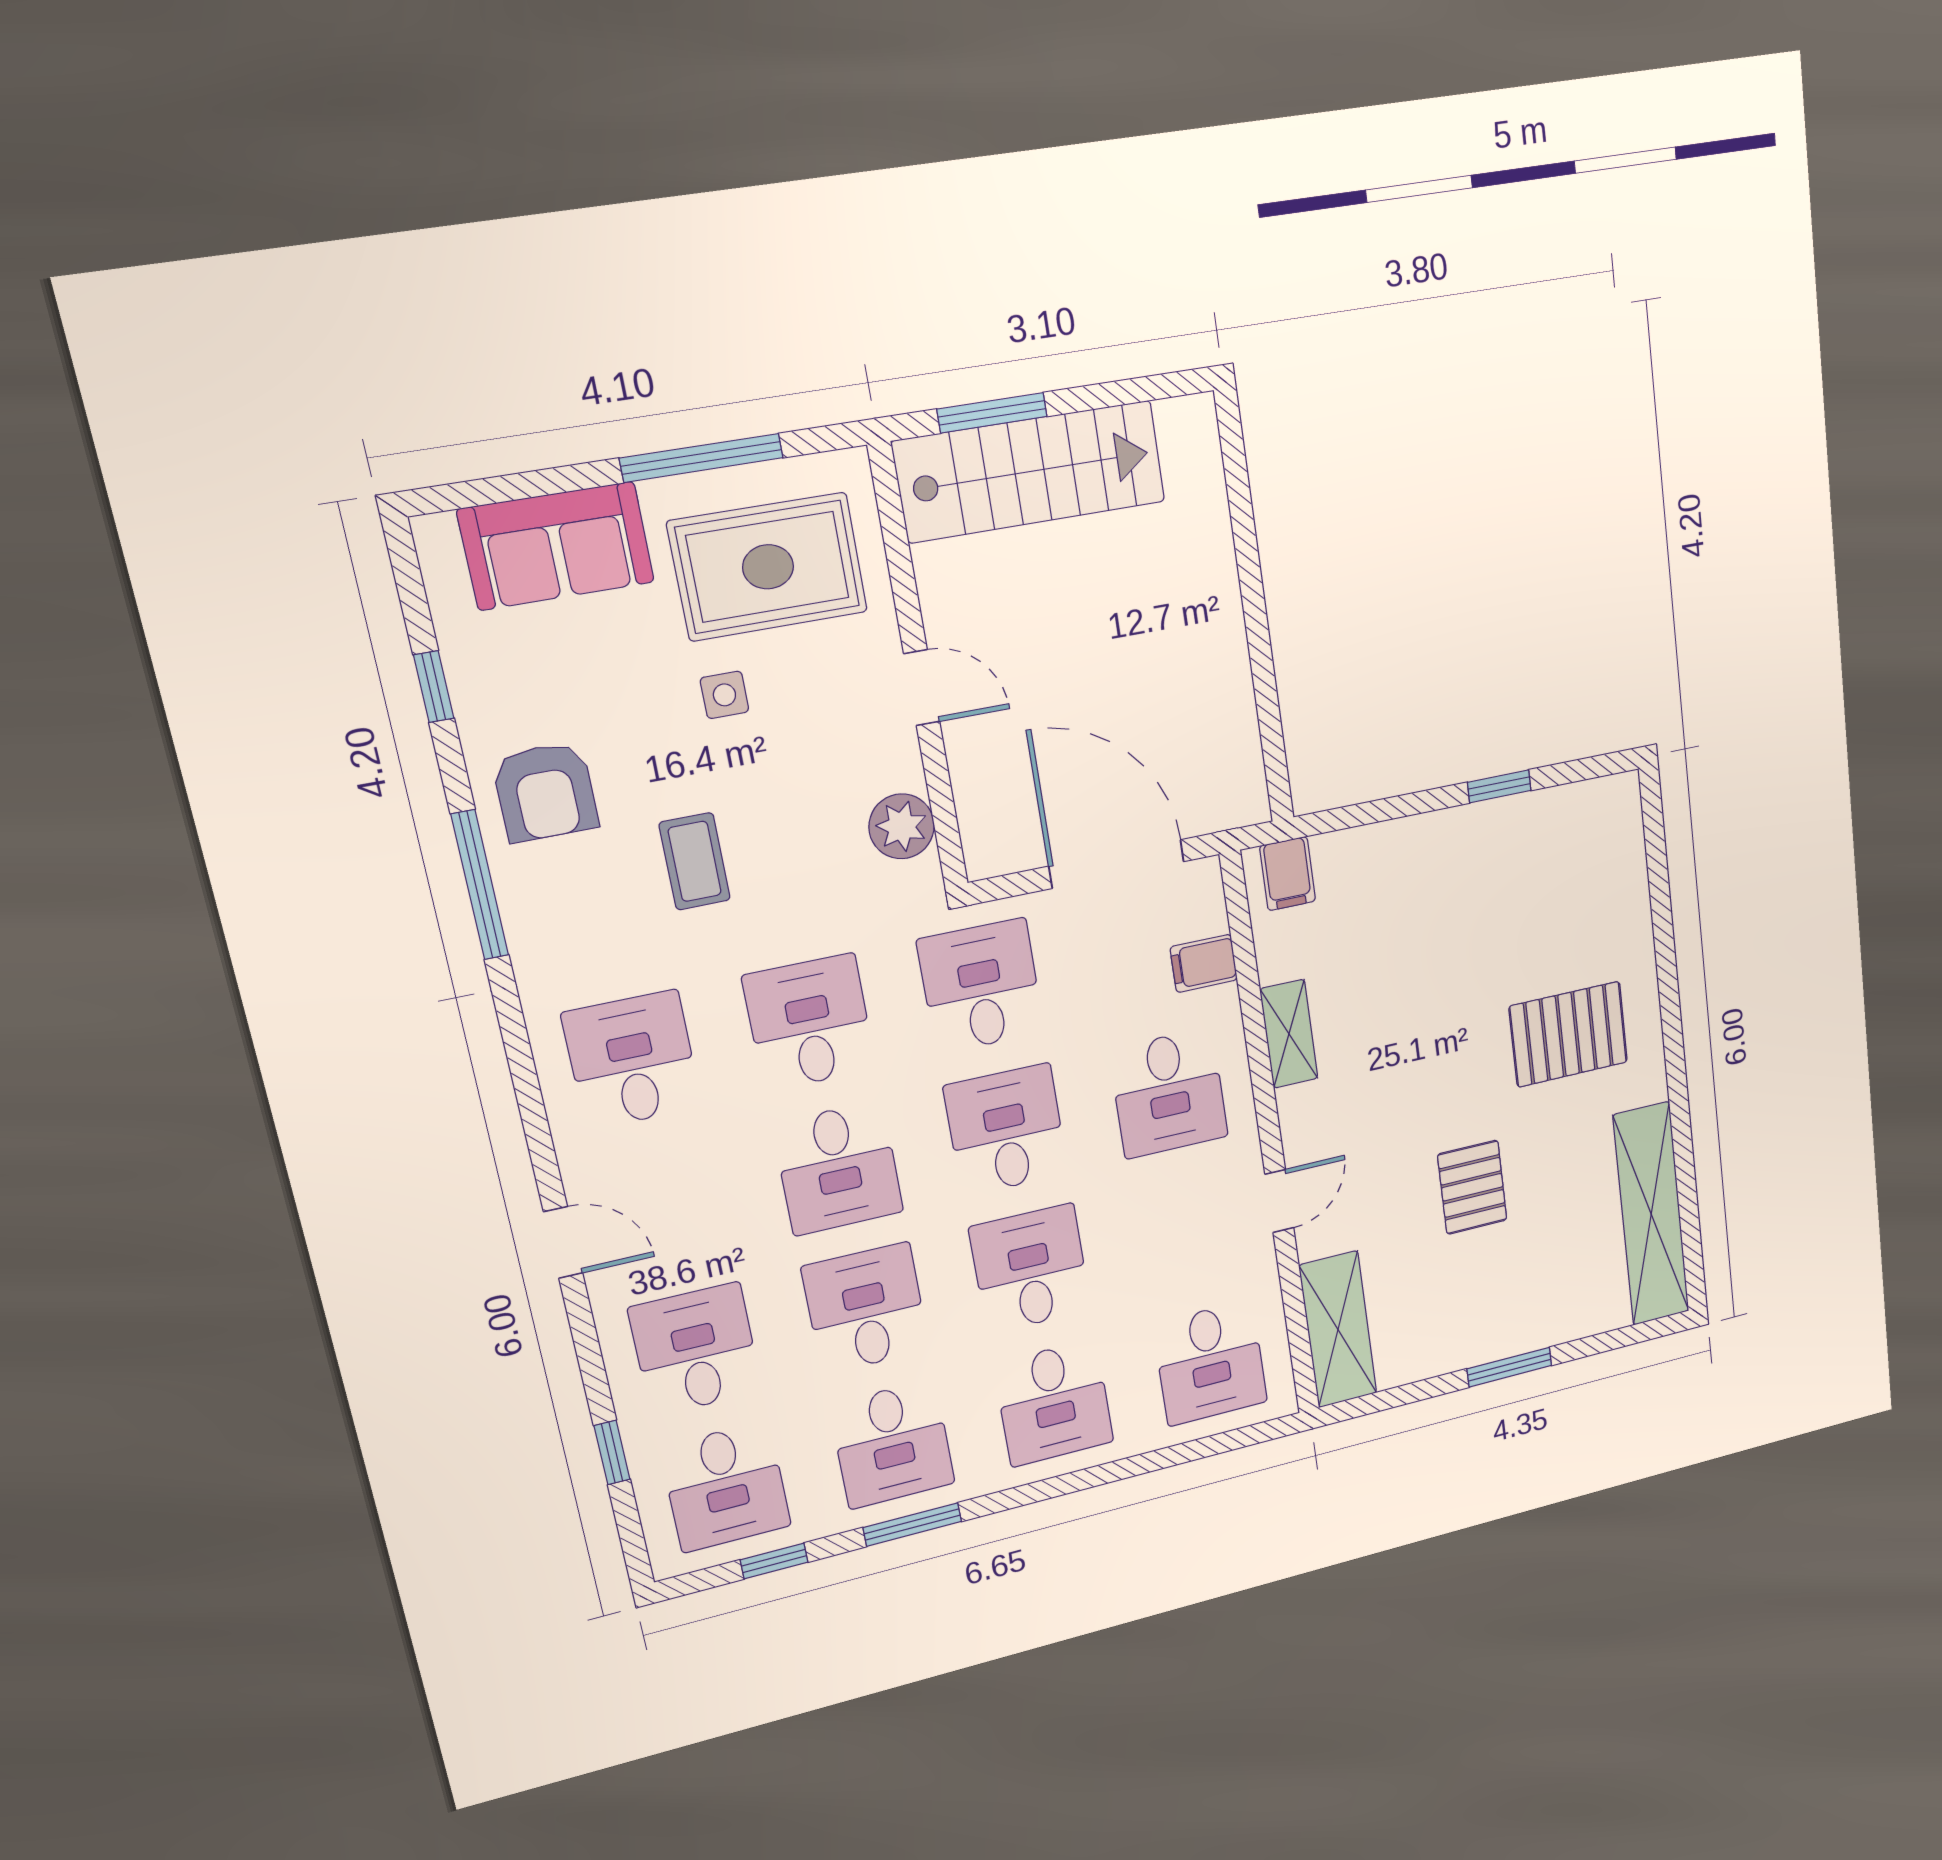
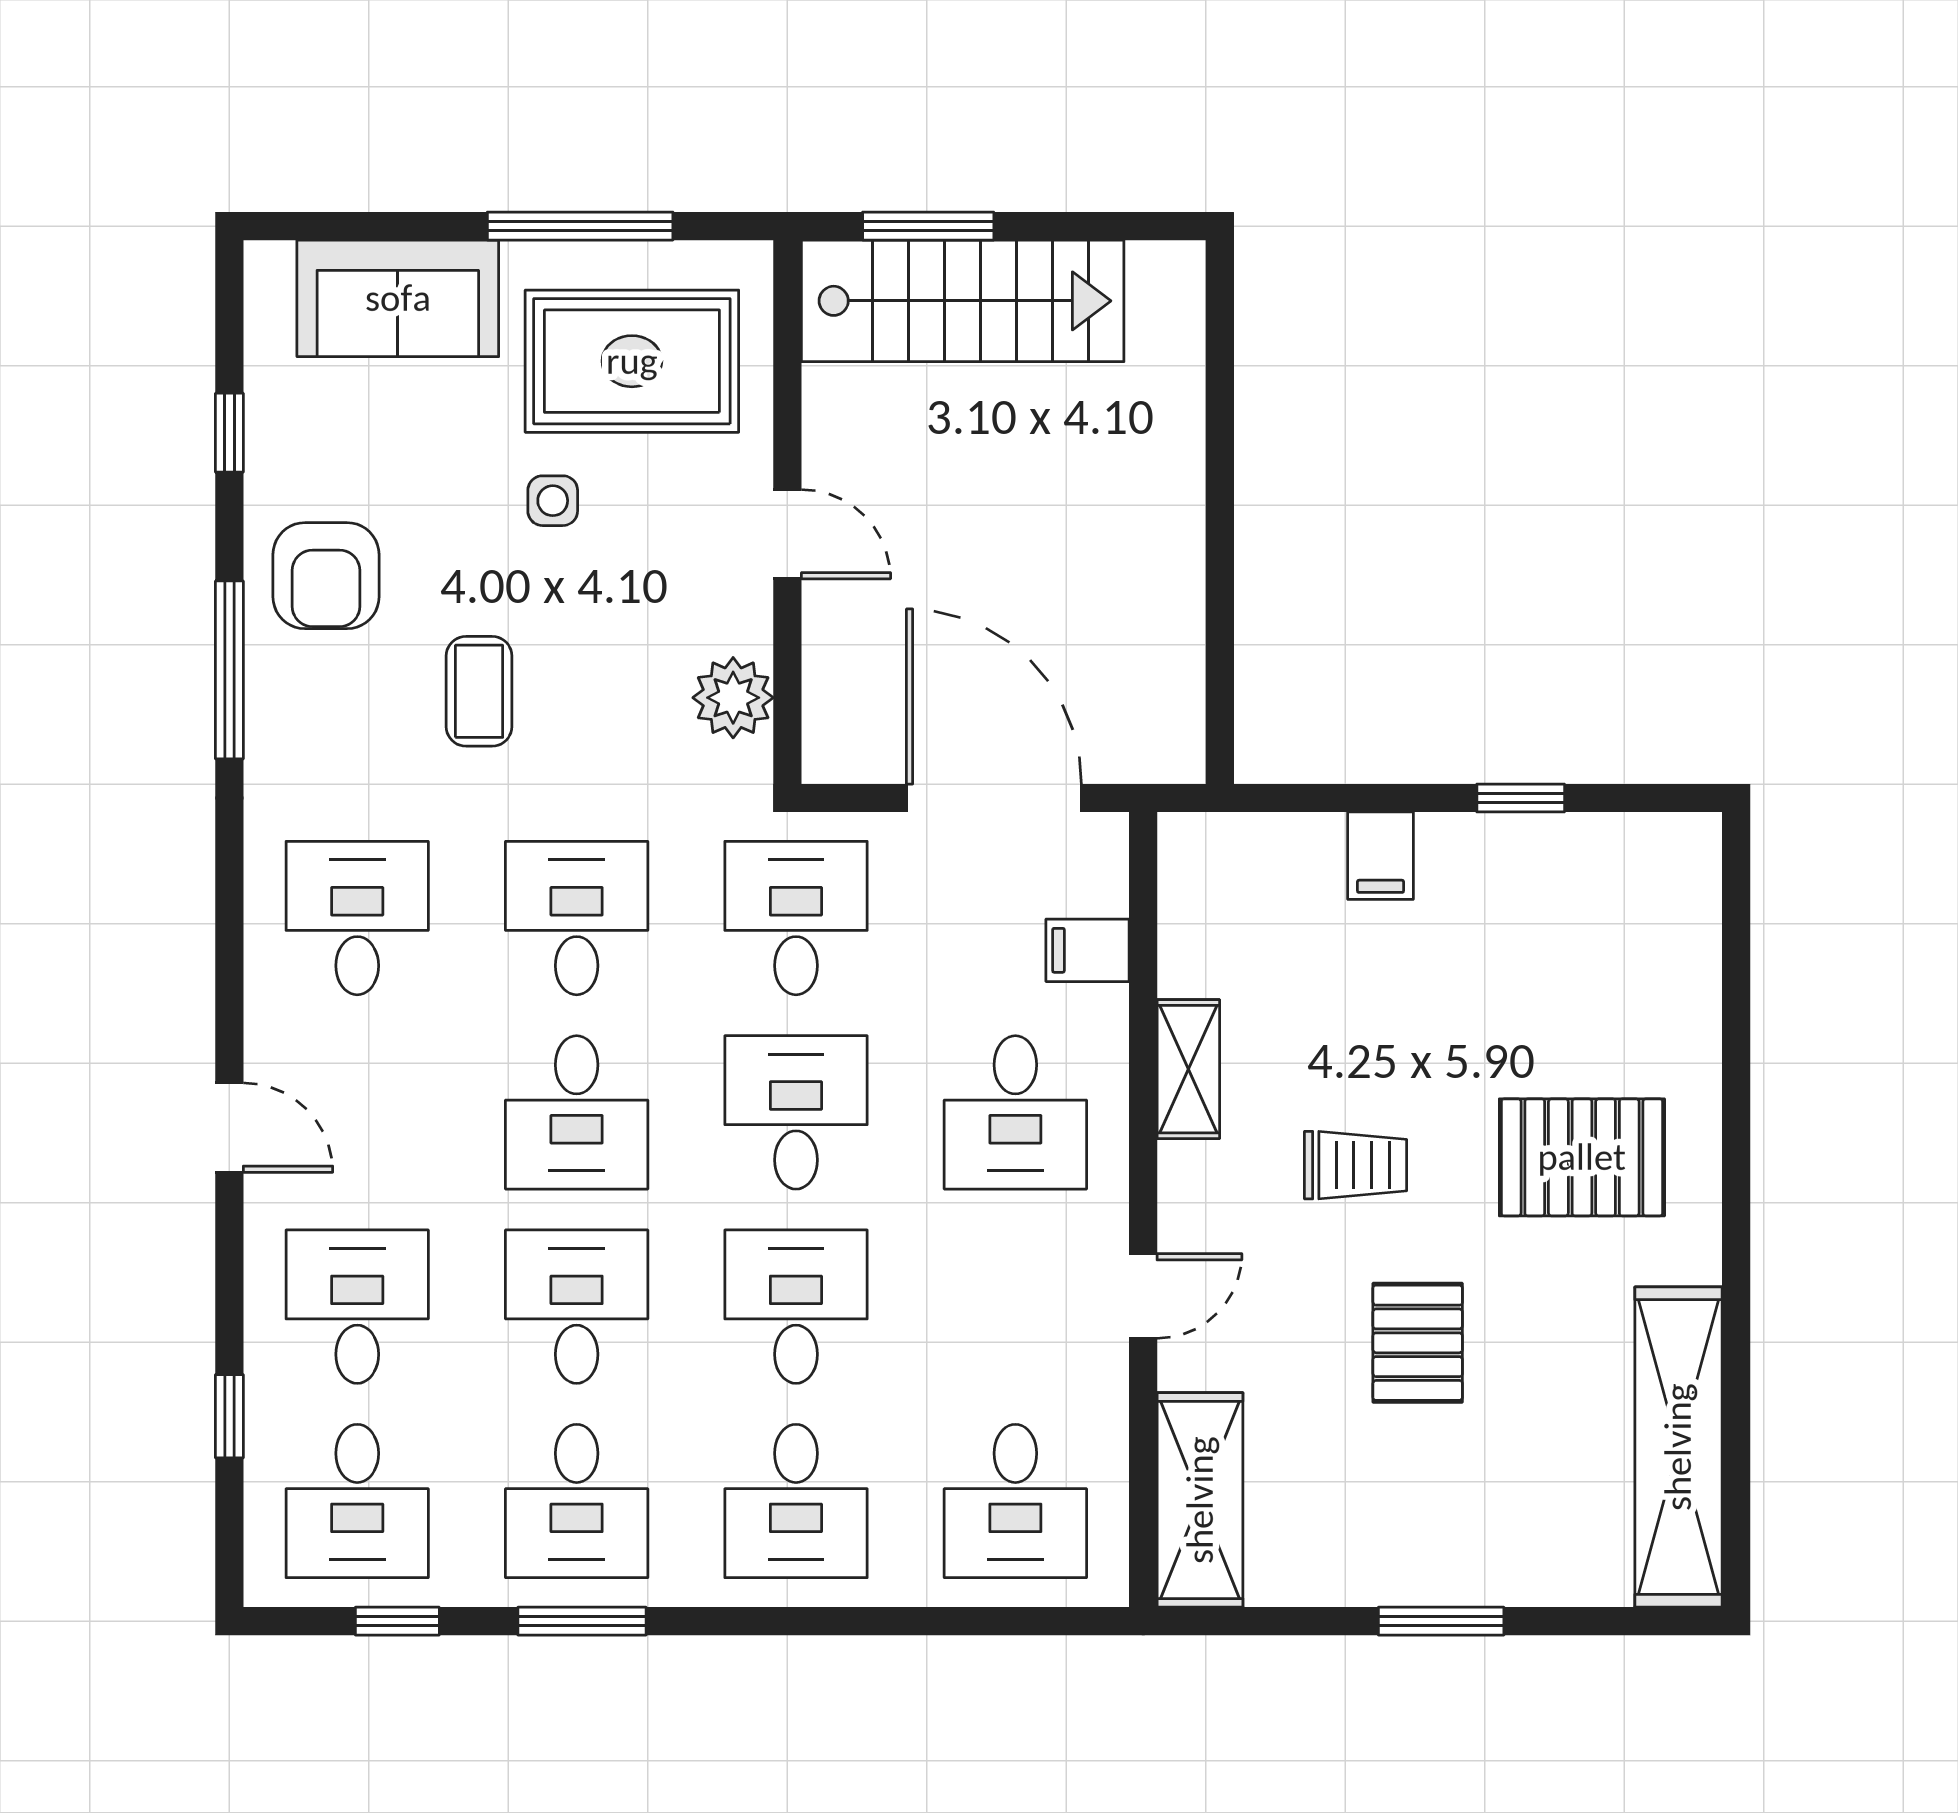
filing cabinet: (1288, 874) -> (1381, 856), moved
trolley: (1415, 1075) -> (1356, 1165), added

